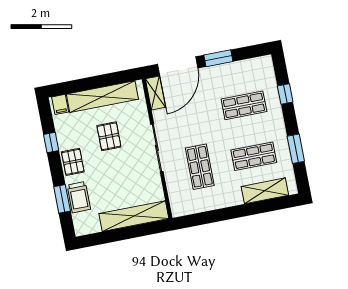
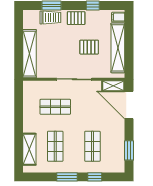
window: (218, 58) -> (129, 150), moved
window: (296, 149) -> (67, 177), moved
trolley: (79, 197) -> (50, 18), turned 180

